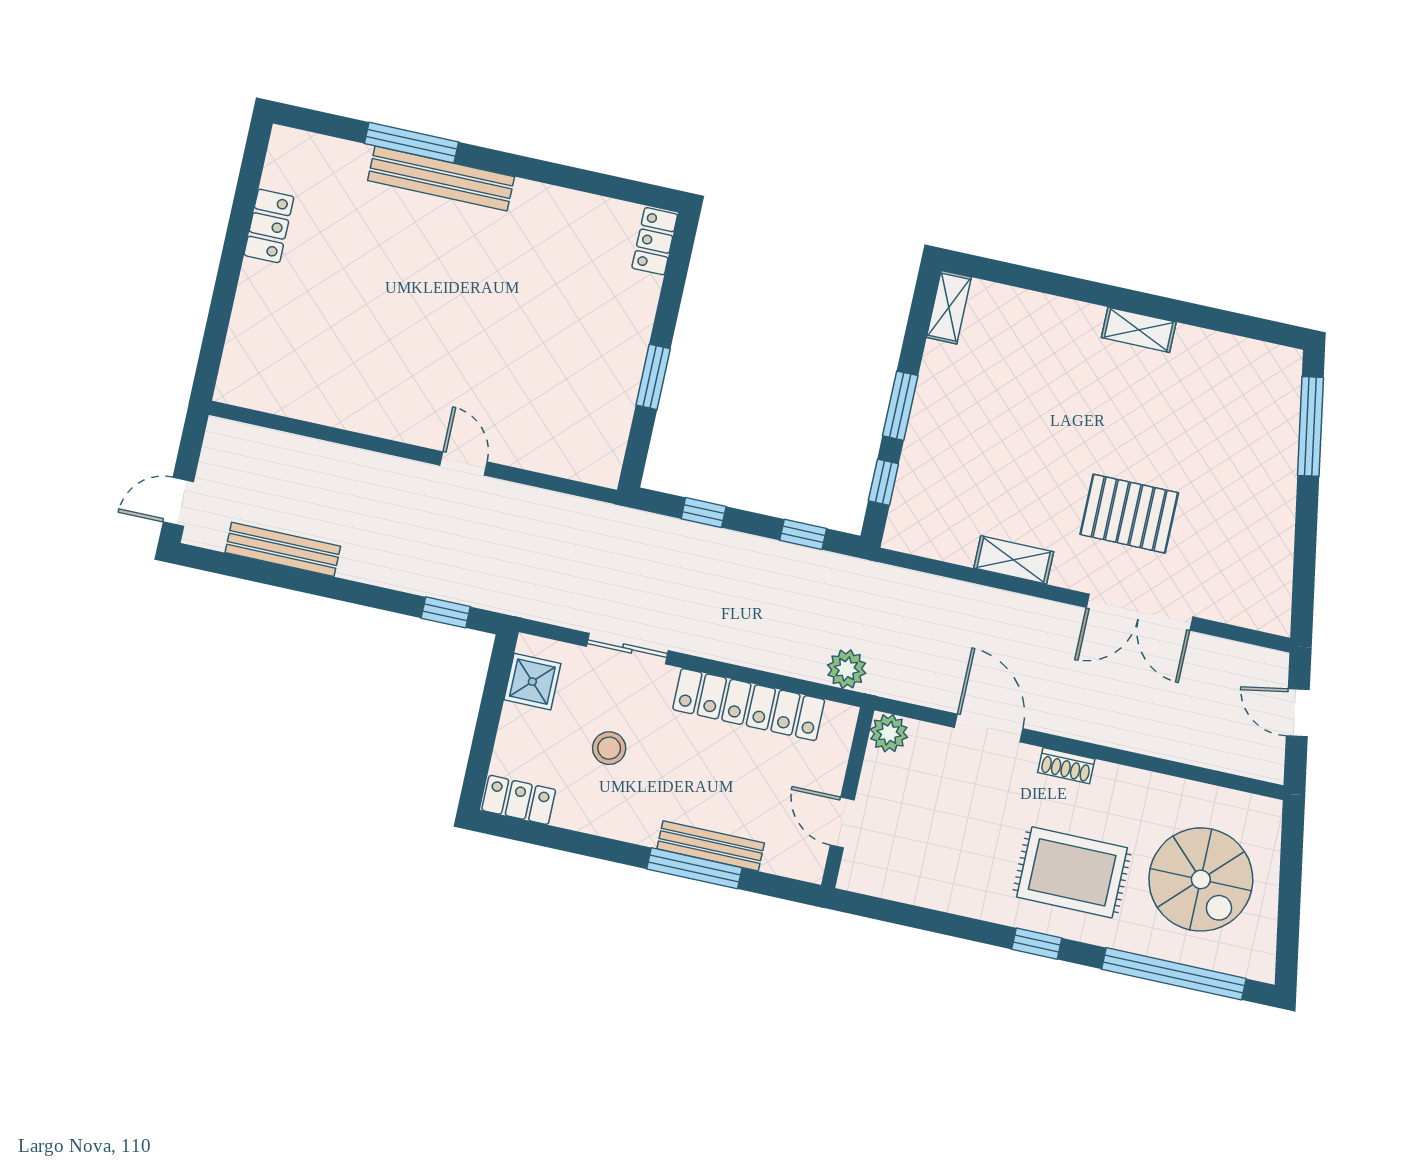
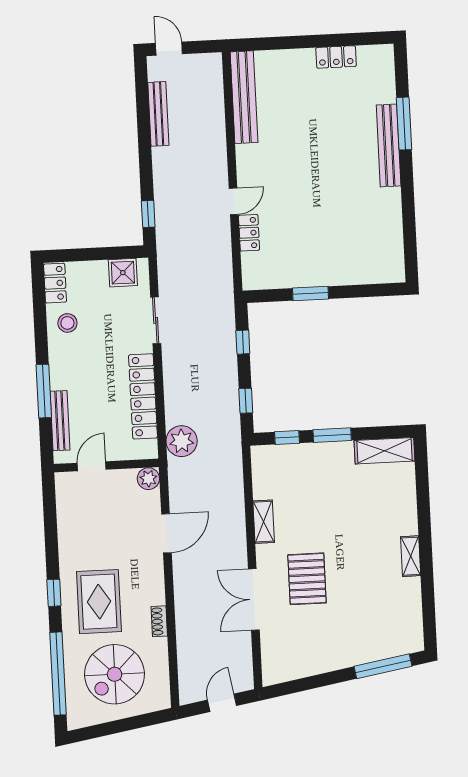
locker: (655, 241) -> (249, 233), moved, turned 90
shelving: (949, 307) -> (385, 451), width x1.50, depth x1.33
bench: (294, 398) -> (244, 97), added
plant: (847, 669) -> (182, 441), width x1.36, depth x1.36
stool: (609, 748) -> (67, 323), moved
shoe rack: (1066, 766) -> (159, 621), moved
bench: (711, 846) -> (60, 421), moved

